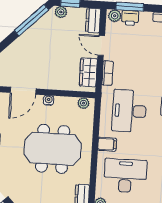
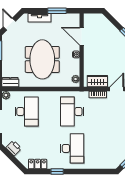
desk: (129, 111) -> (72, 112), turned -90
filing cabinet: (107, 144) -> (48, 97), removed

